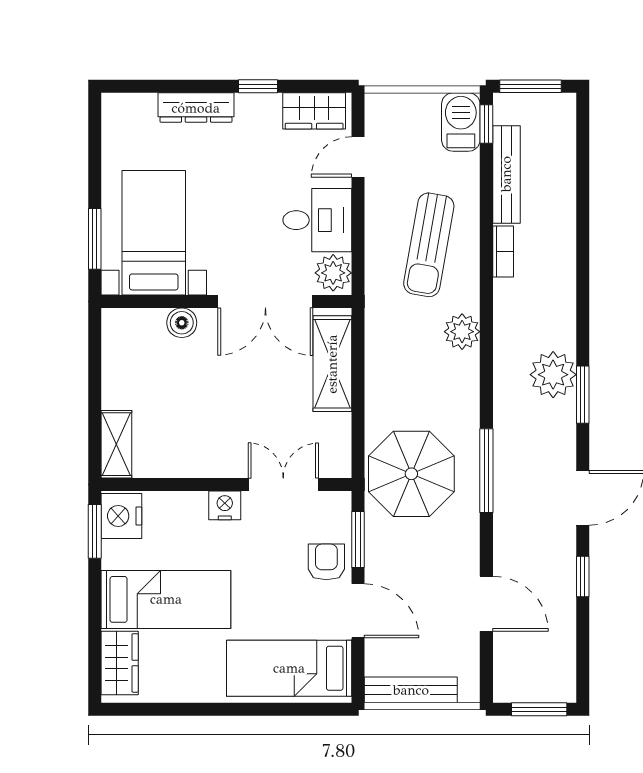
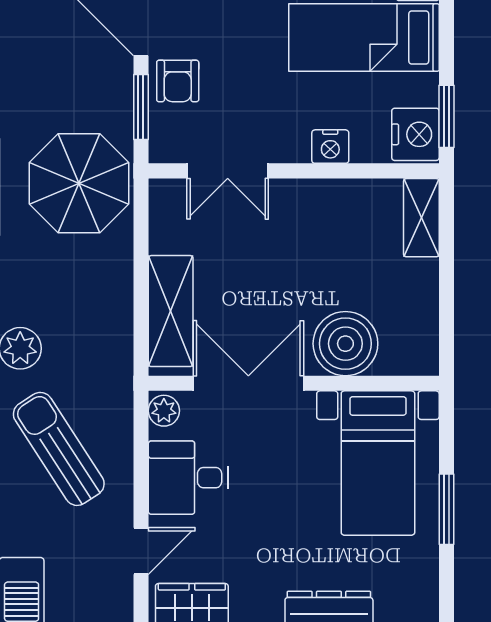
window: (95, 239) -> (446, 509), moved
sun lounger: (429, 245) -> (59, 449), turned -43
plant: (333, 273) -> (164, 411), width x0.73, depth x0.73
boiler: (182, 323) -> (345, 344), width x1.86, depth x1.86
nightstand: (225, 505) -> (330, 147), moved

